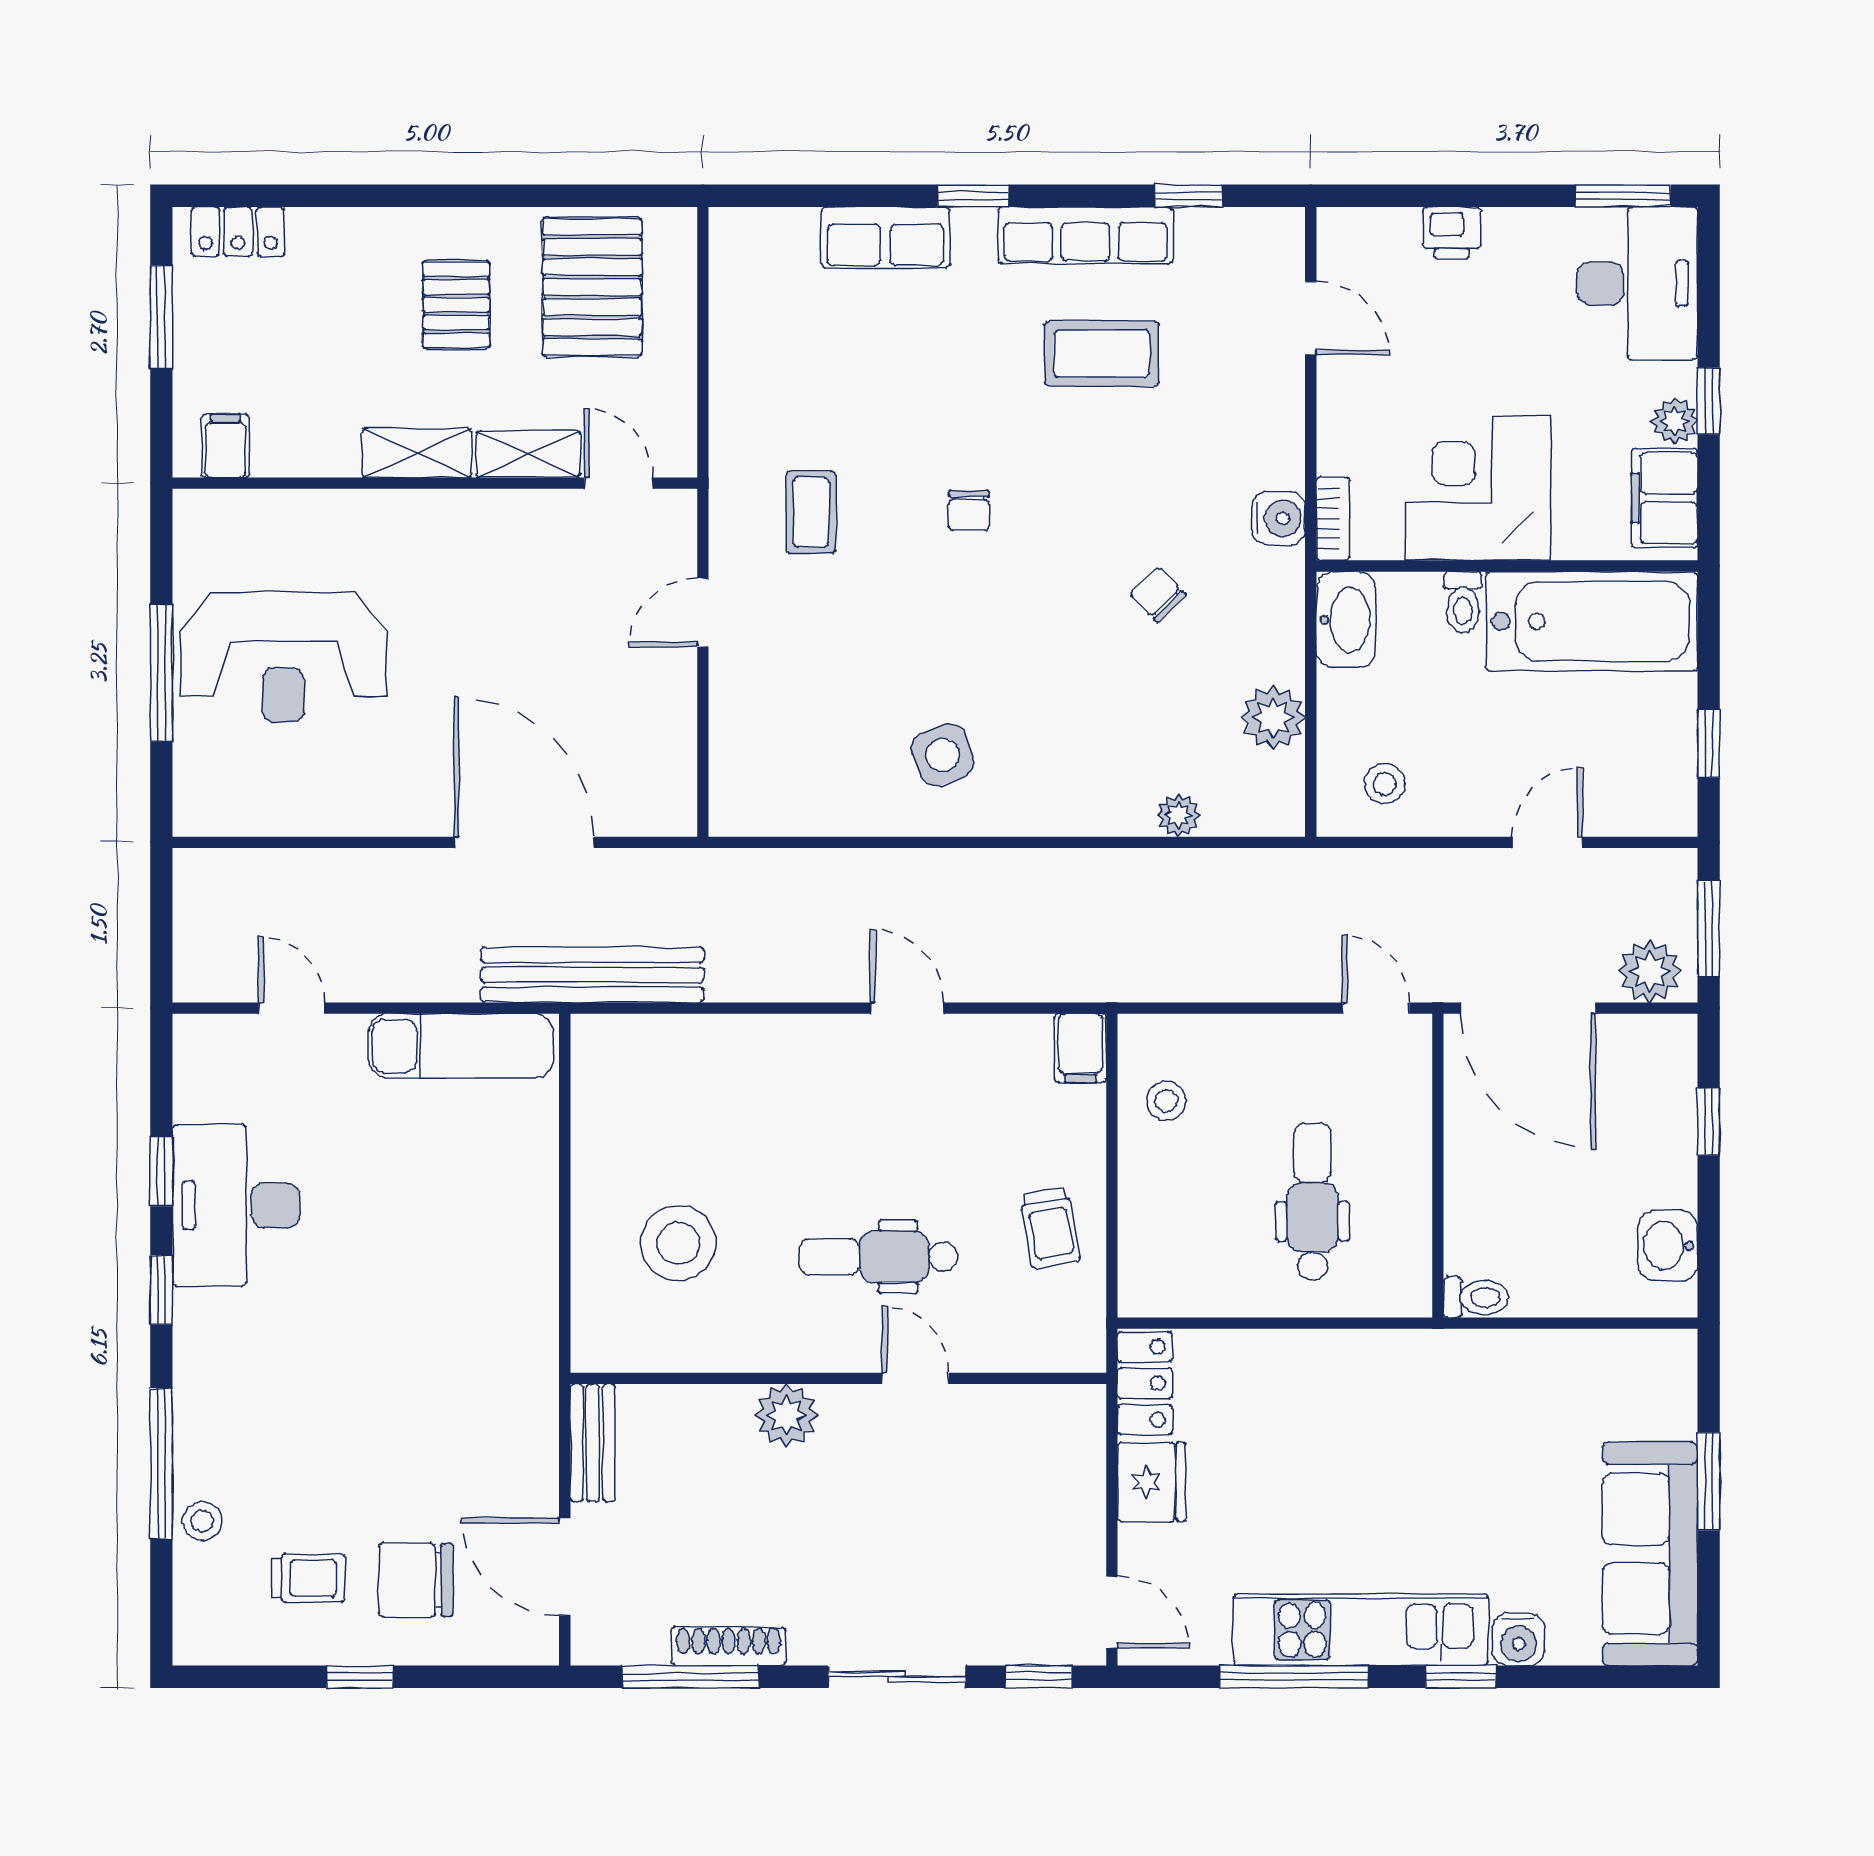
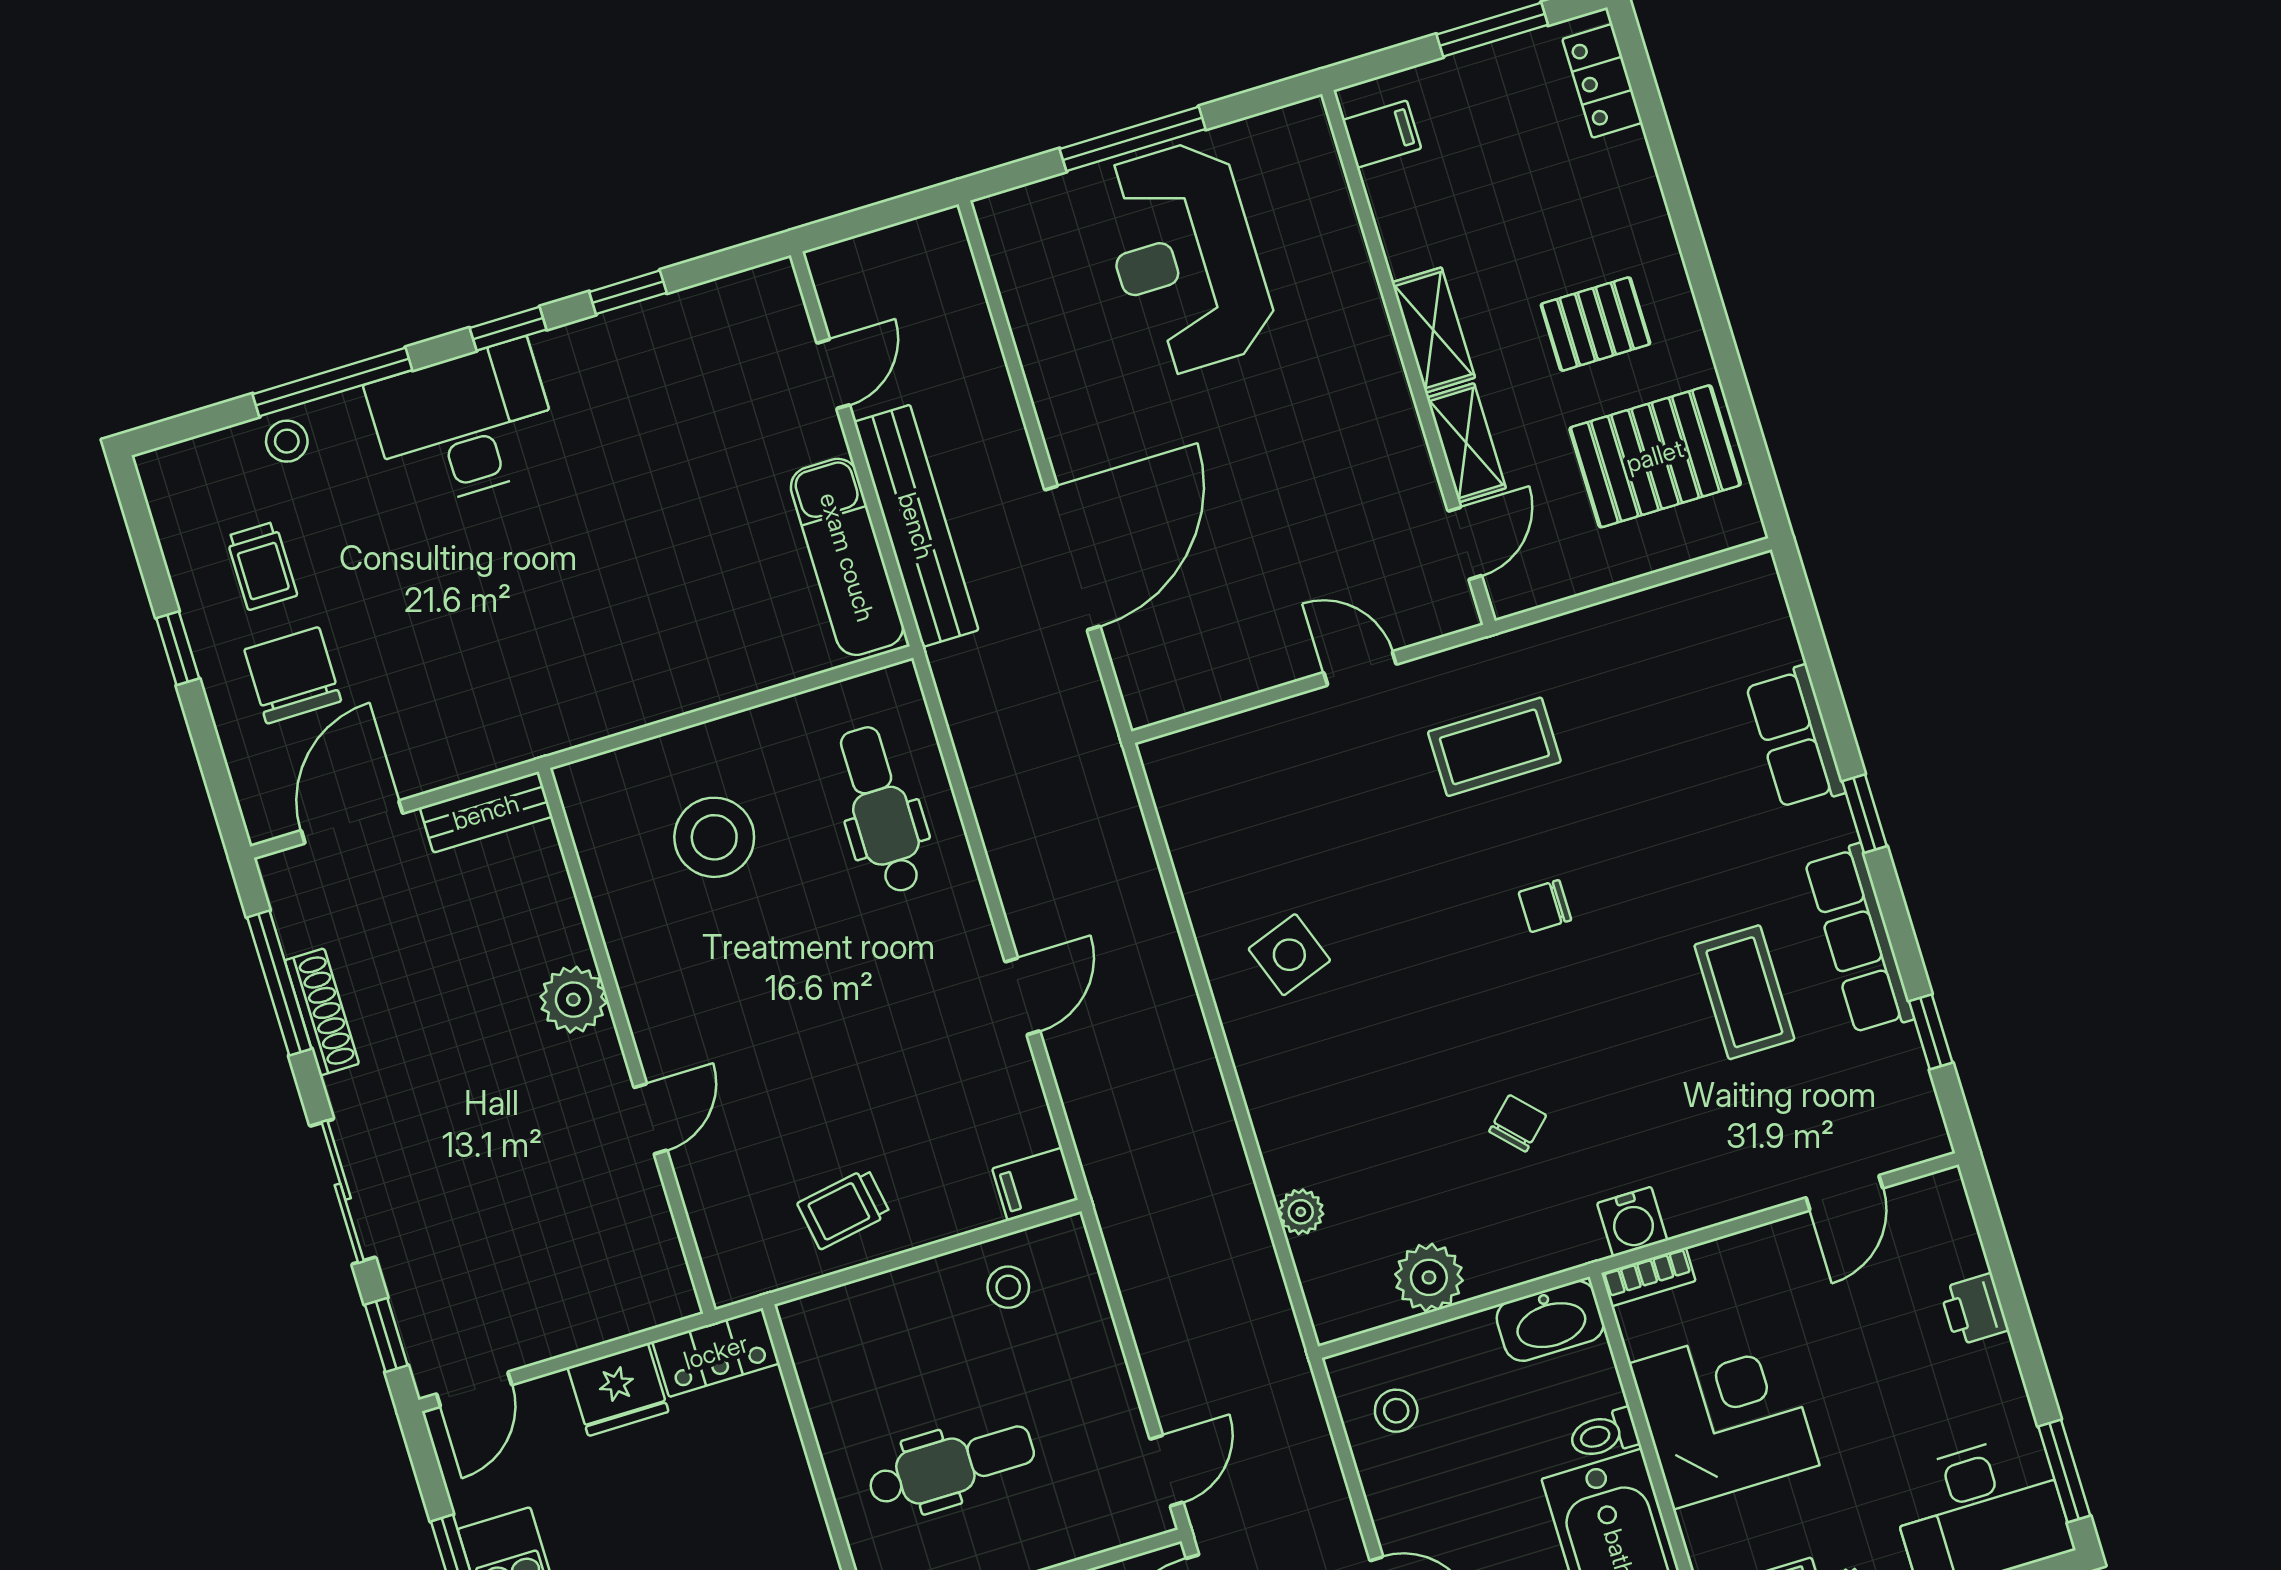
coffee table: (811, 512) -> (1494, 747), width x1.36, depth x1.30
bench: (592, 975) -> (916, 526), moved
desk: (236, 1205) -> (464, 425), moved
dental chair: (878, 1257) -> (881, 810), moved

